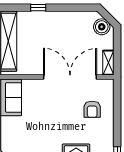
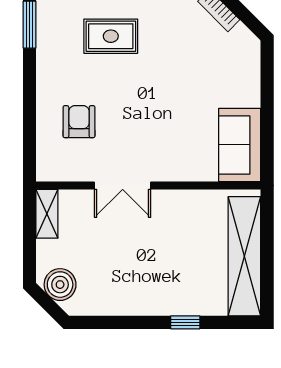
double door: (70, 77) -> (123, 185), width x0.54

